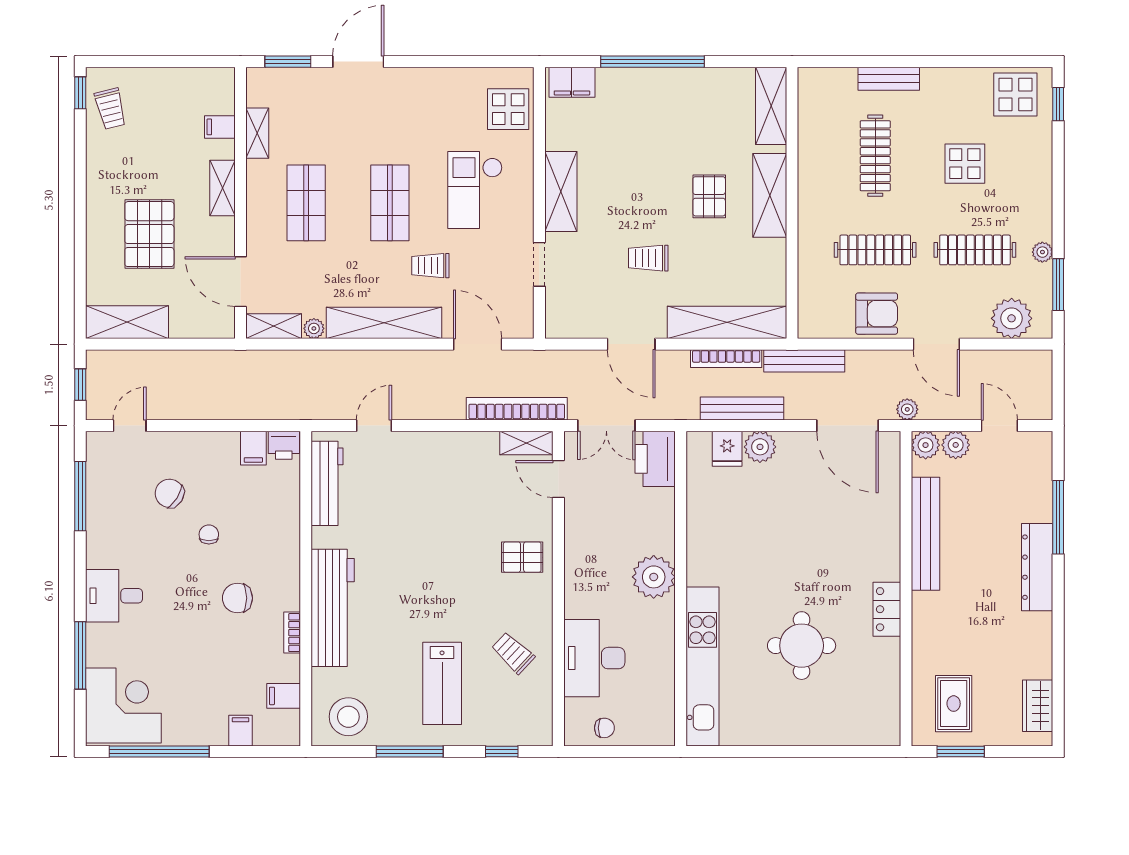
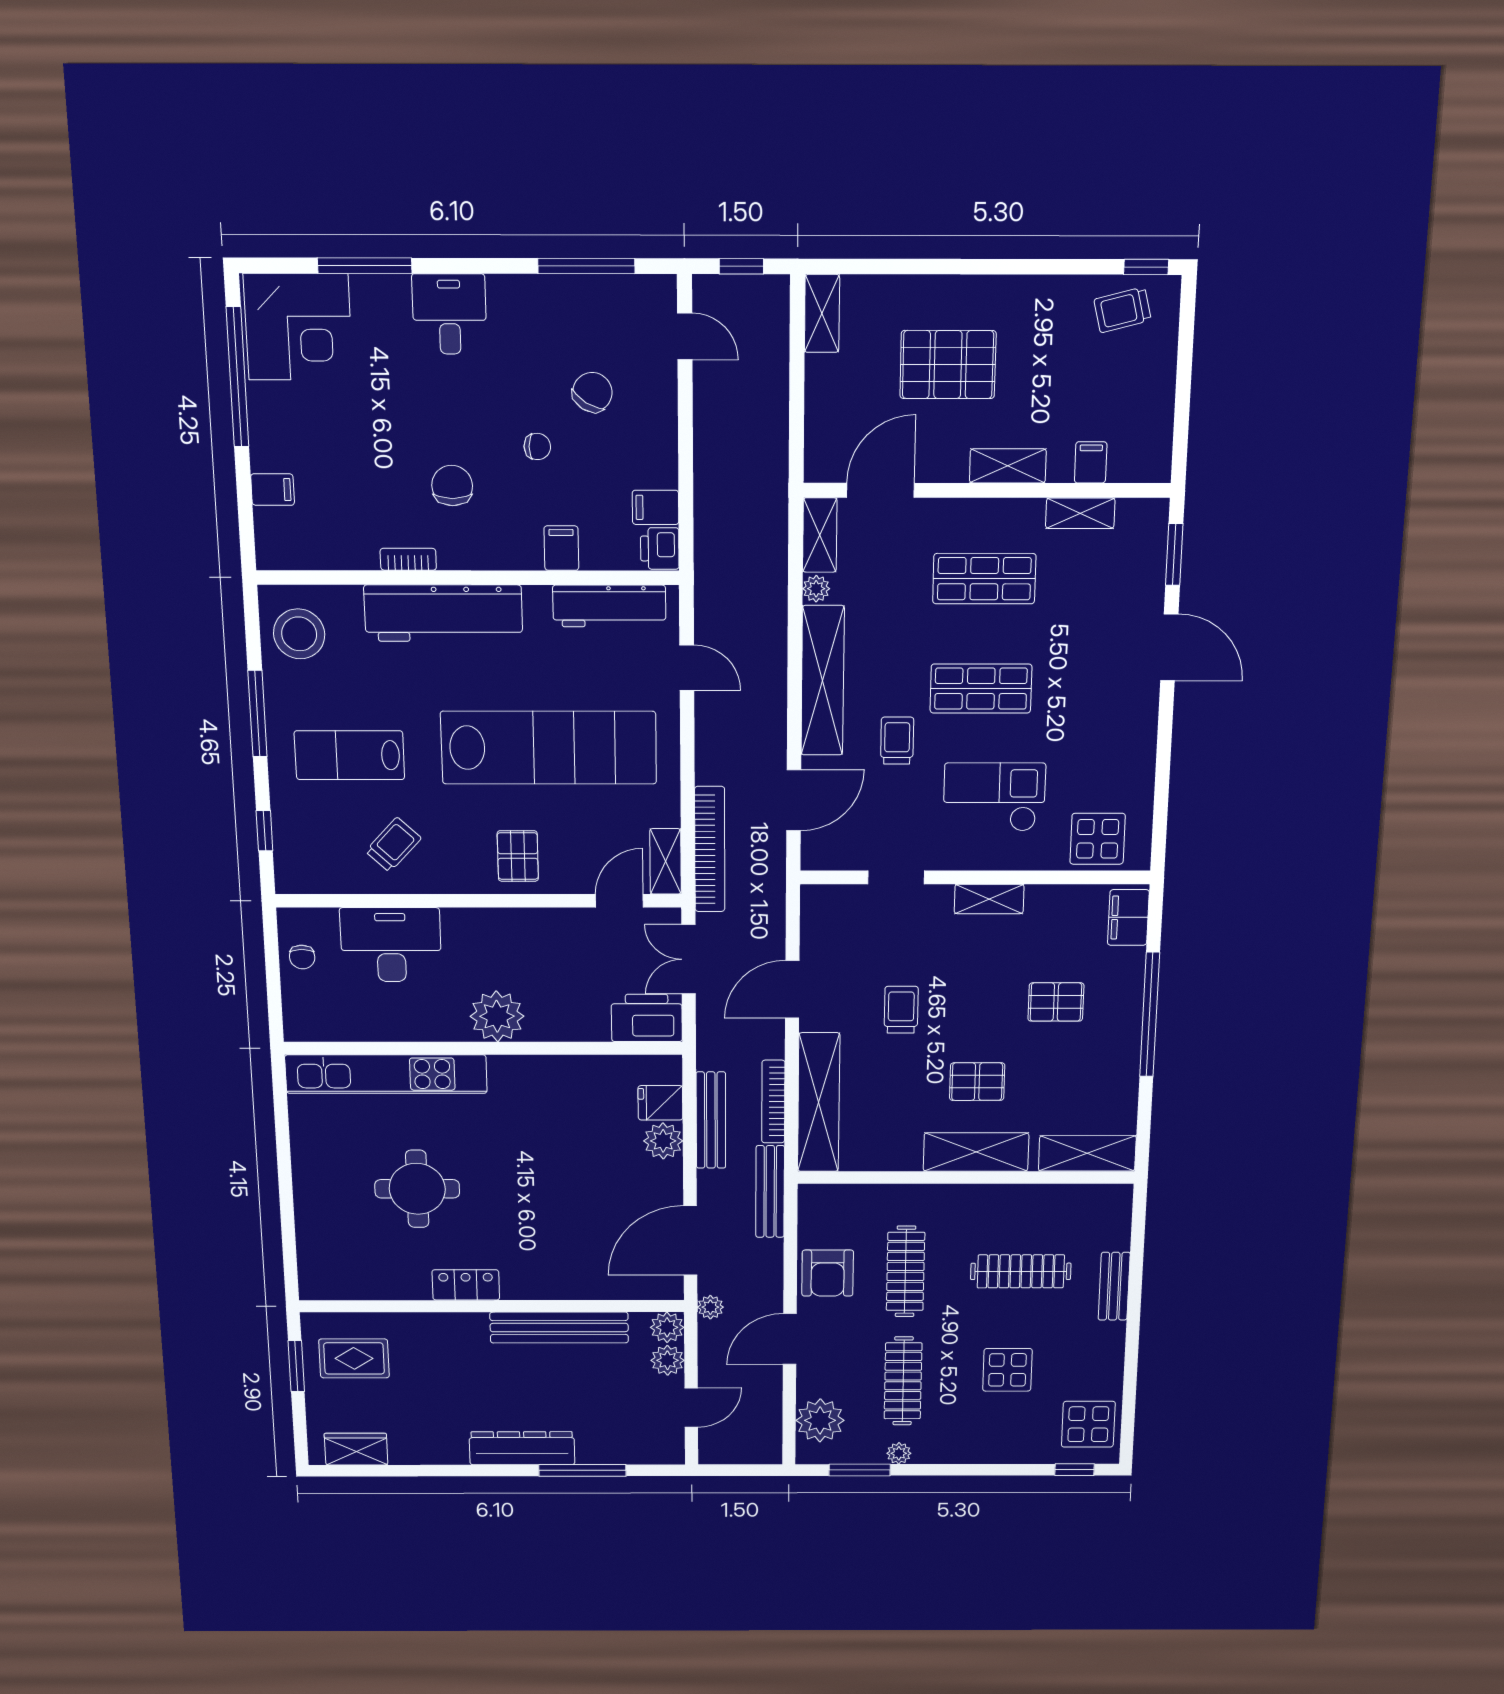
pallet: (642, 136) -> (1056, 1002), added
shelving: (561, 191) -> (989, 899), width x0.67, depth x0.75
shelving: (127, 322) -> (822, 314), width x0.67, depth x0.75
lab bench: (436, 531) -> (549, 748), added
filing cabinet: (284, 696) -> (561, 548), moved

